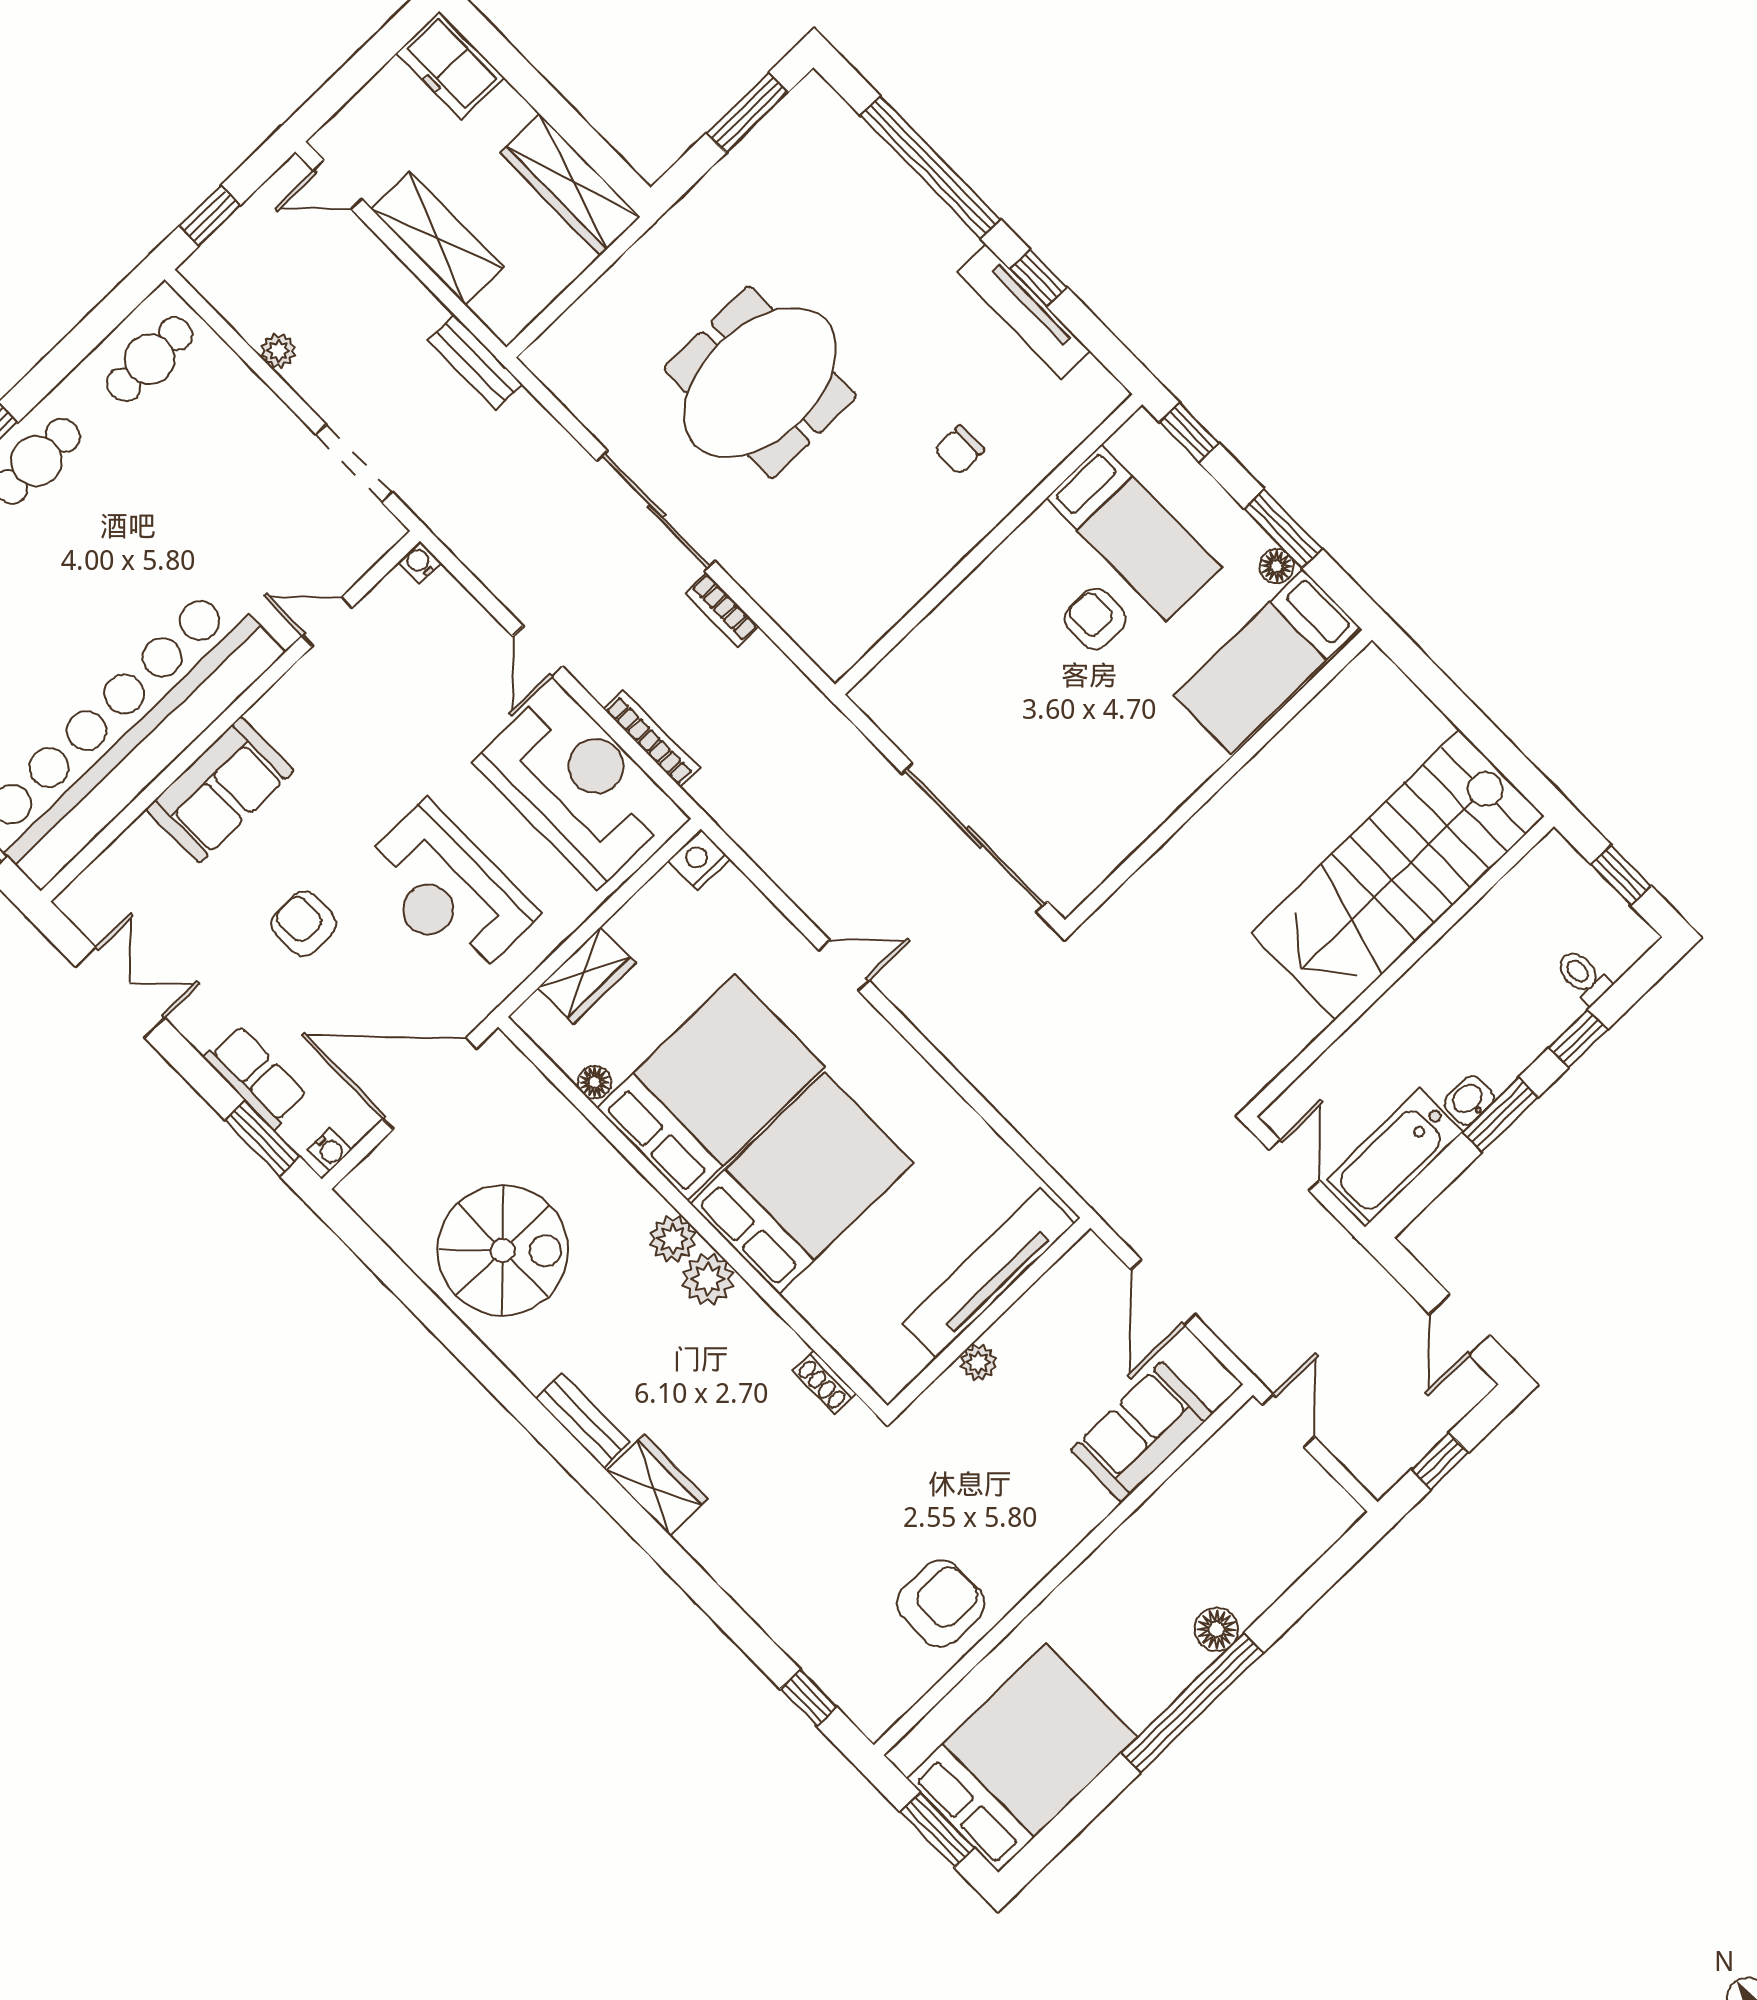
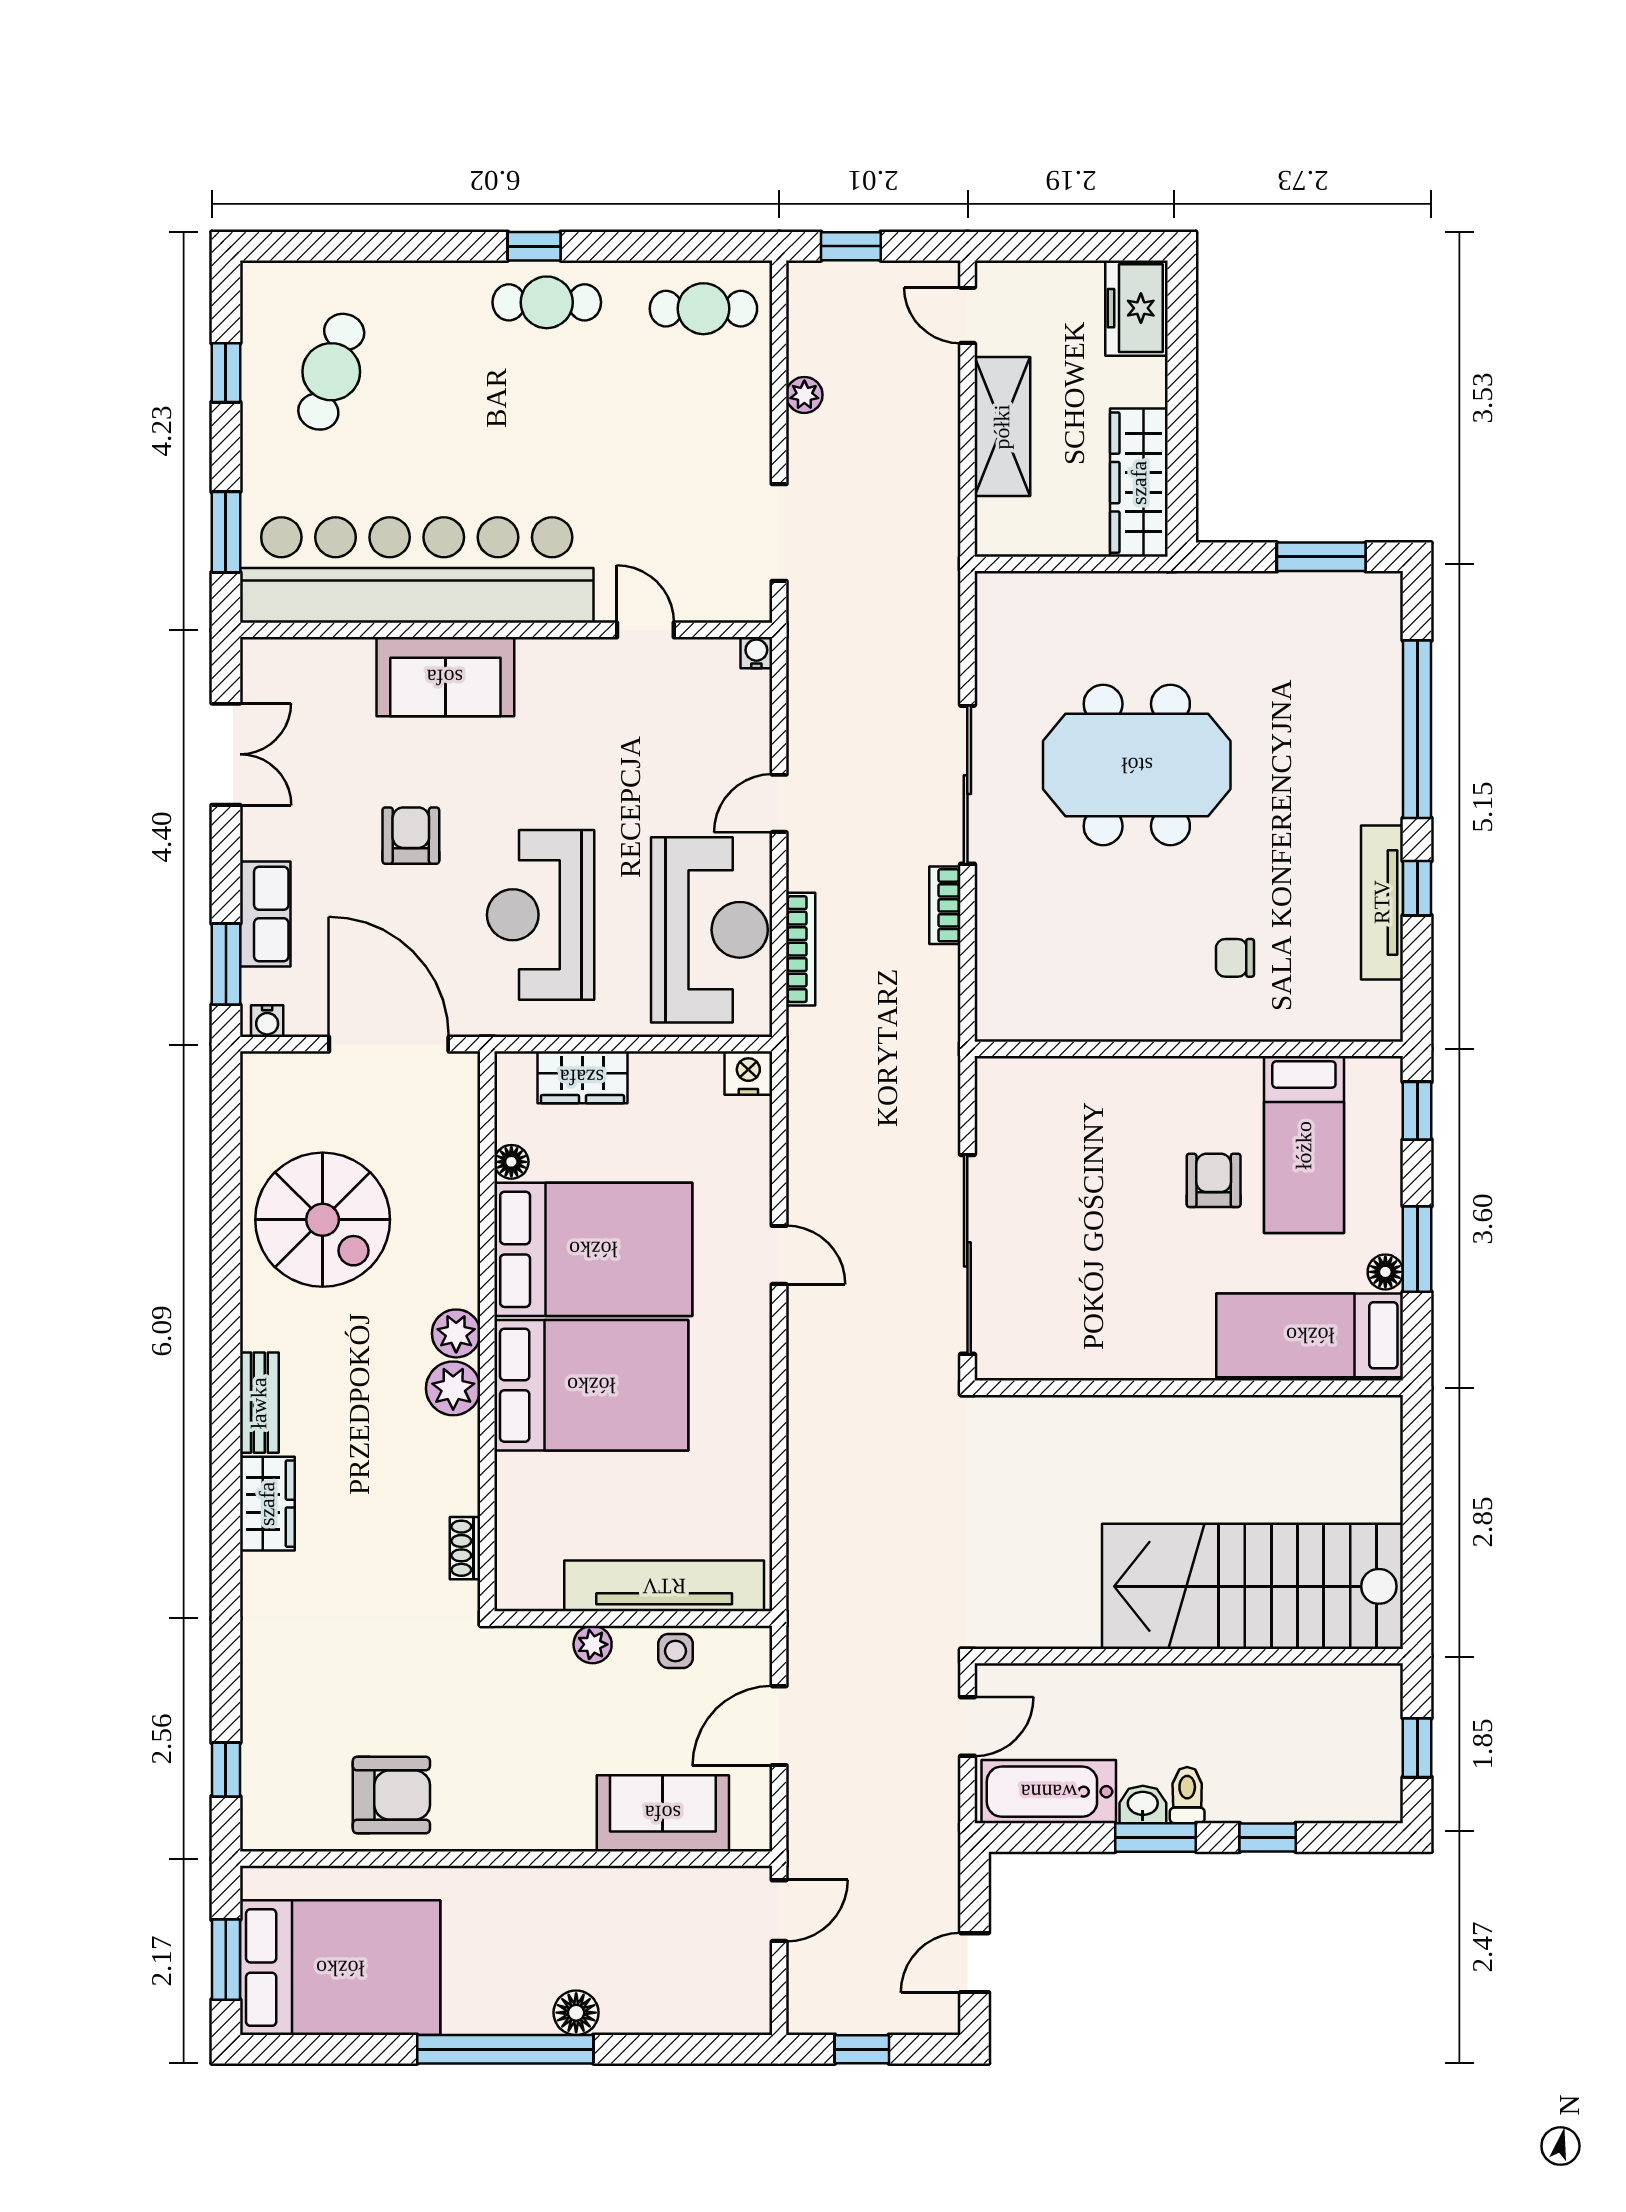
bench: (475, 362) -> (941, 545), removed
toilet: (1583, 977) -> (1187, 1795), moved
side table: (1040, 1311) -> (676, 1651), added

